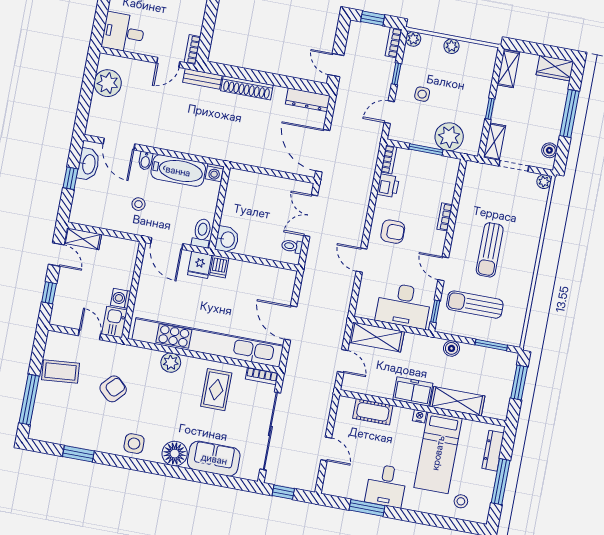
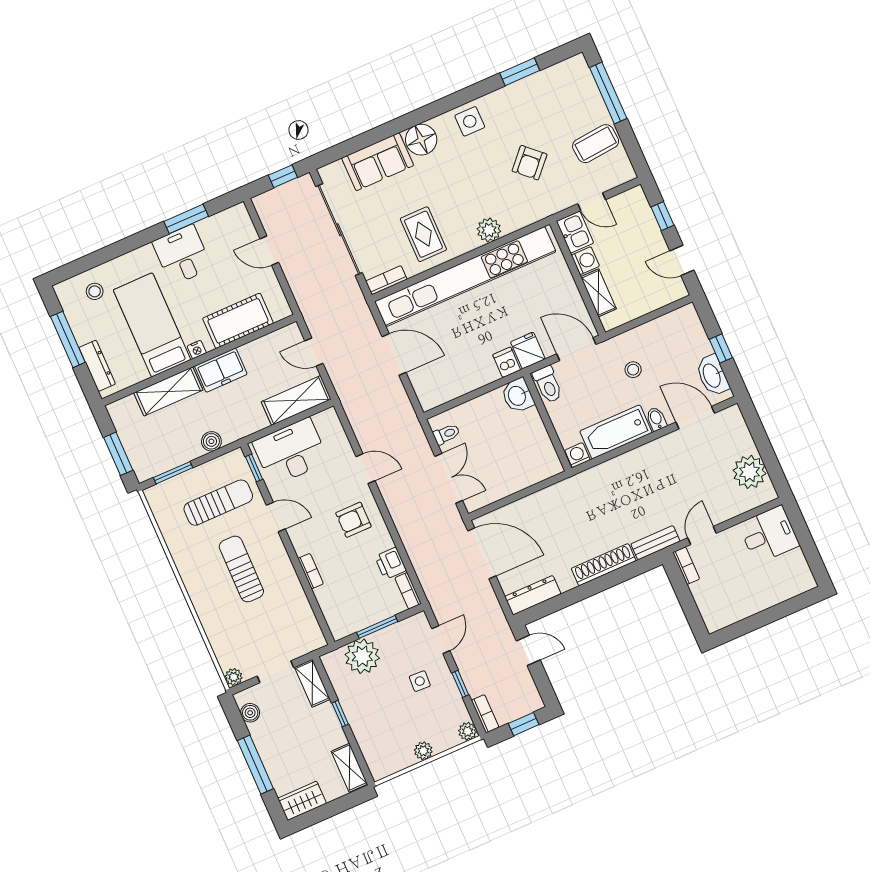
shelving: (83, 239) -> (599, 293), moved, turned 90
cot: (373, 412) -> (238, 321), width x1.37, depth x1.34

